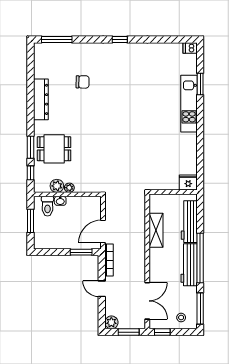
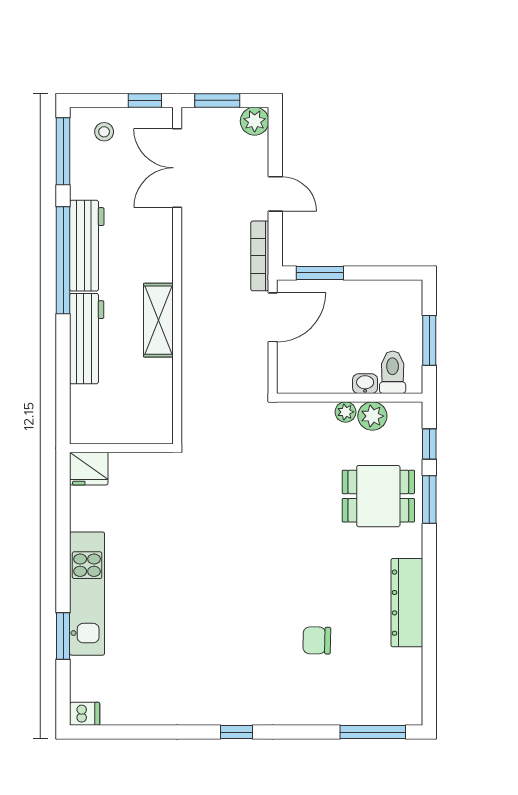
fridge: (188, 182) -> (89, 469), moved
wall: (173, 192) -> (121, 448), moved

